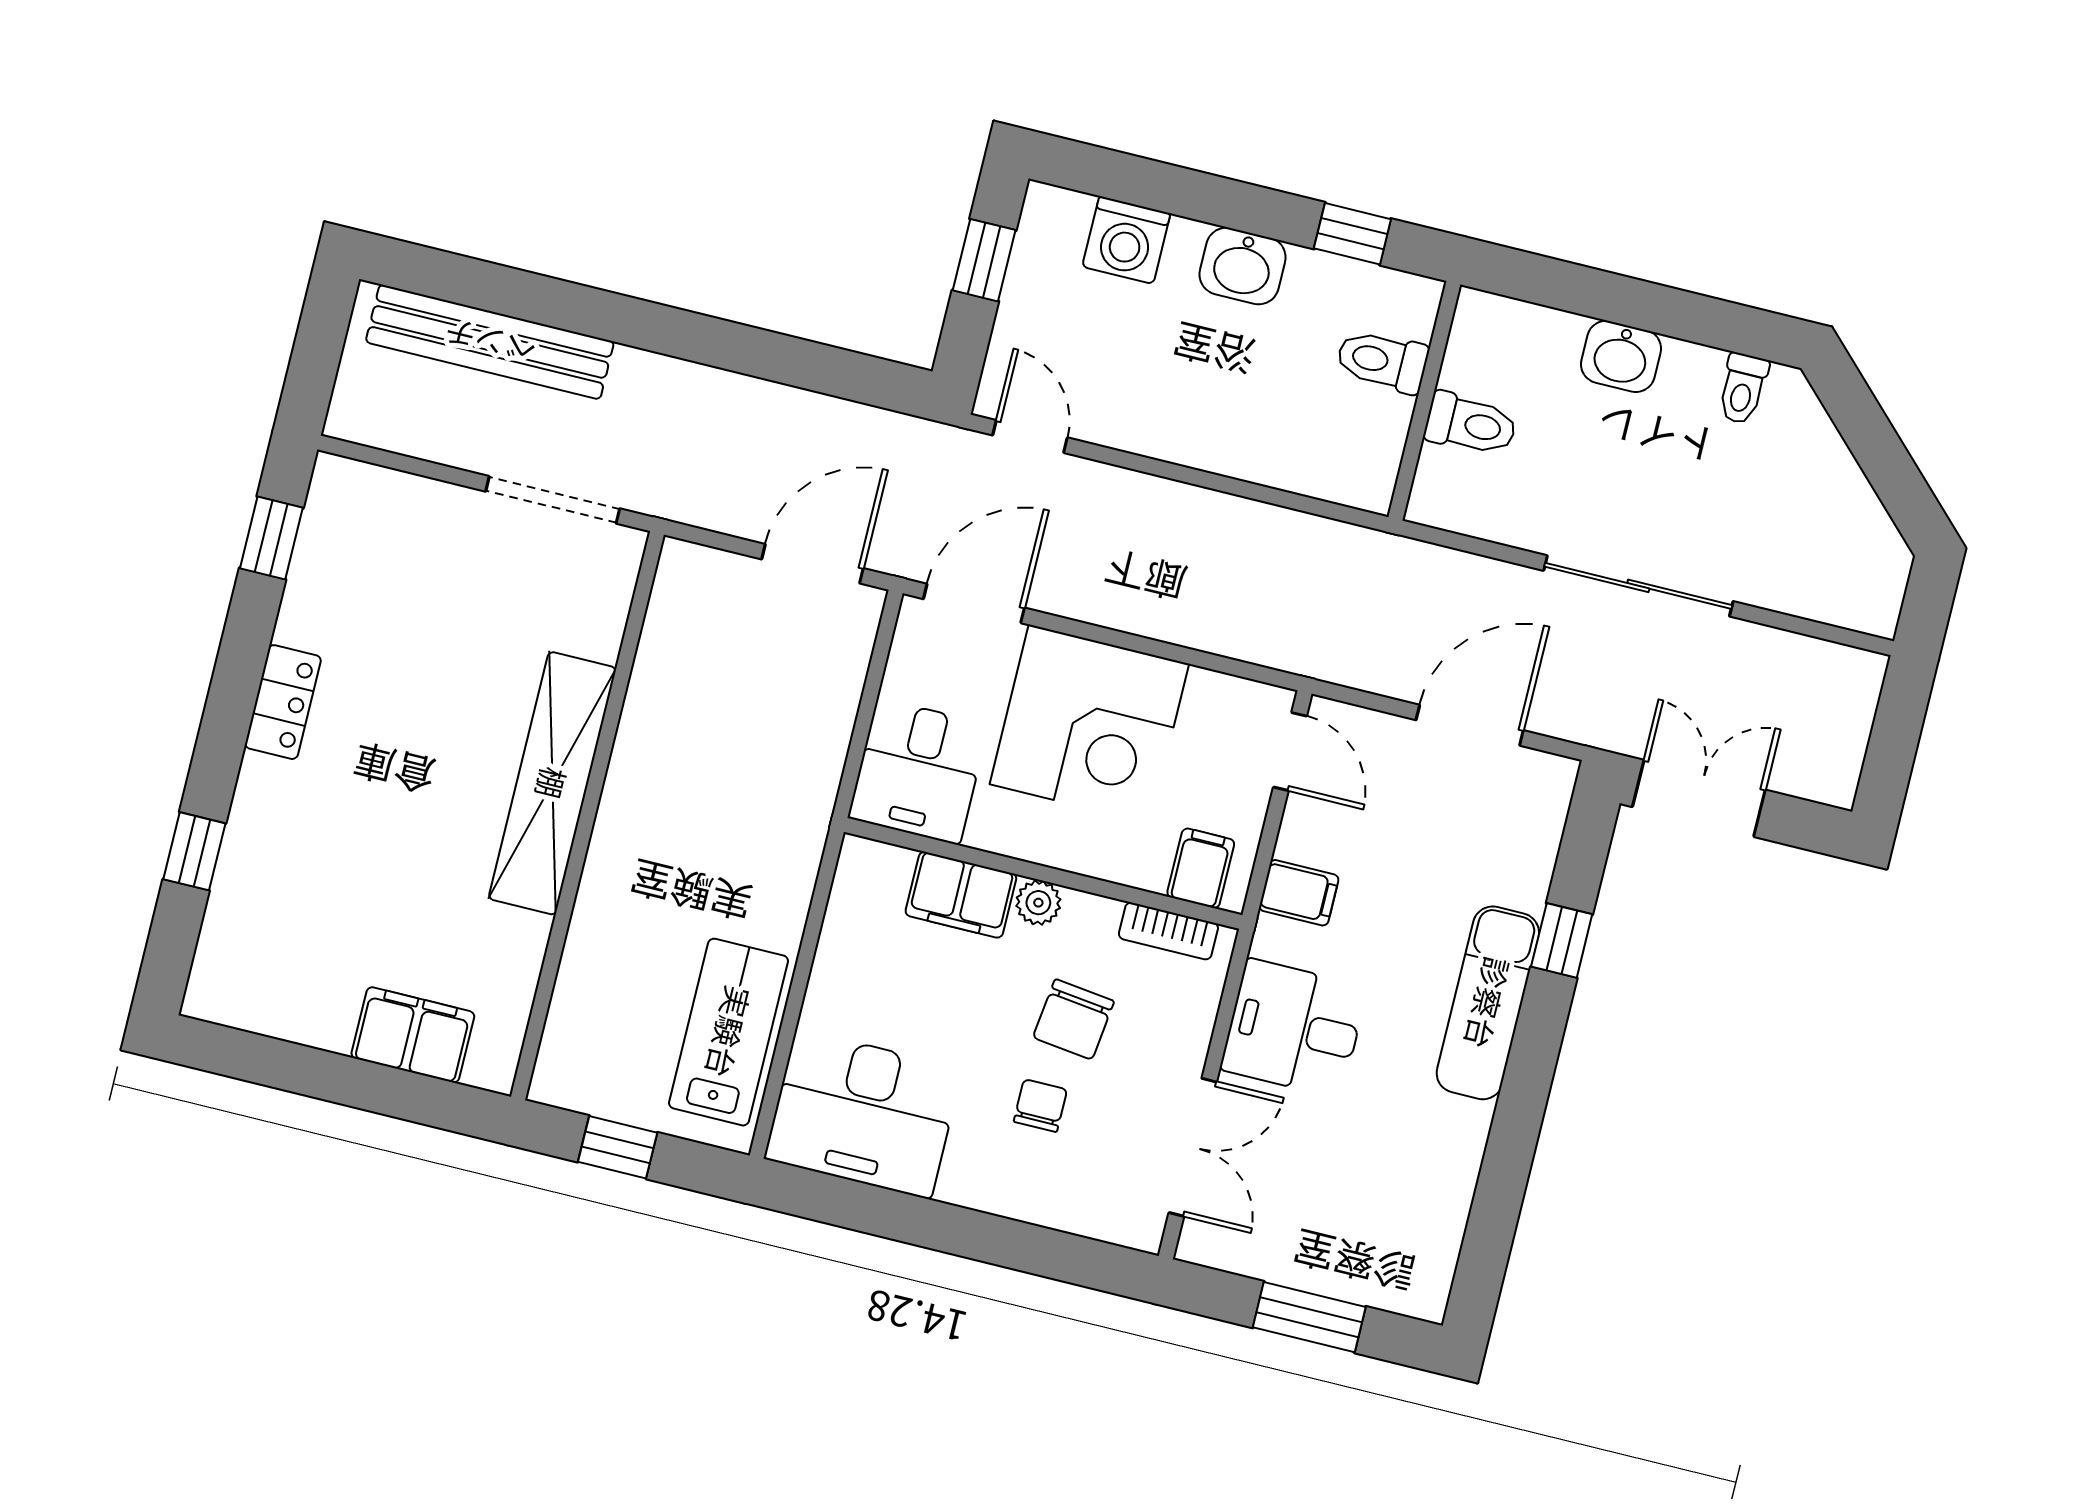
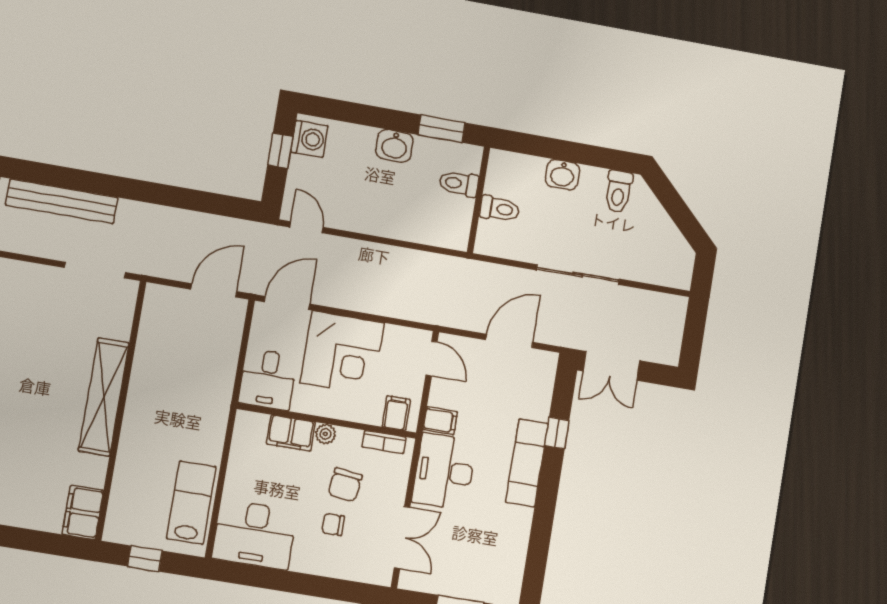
window: (1352, 234) -> (441, 129), width x1.50
washing machine: (1126, 240) -> (309, 139), moved, turned -90
toilet: (1743, 389) -> (618, 191), width x1.37, depth x1.39
double door: (1699, 798) -> (611, 366), swing flipped
desk: (1294, 1028) -> (444, 471), width x1.37
filing cabinet: (413, 1035) -> (83, 512), moved, turned -90
chair: (1040, 1106) -> (333, 524), turned -90

